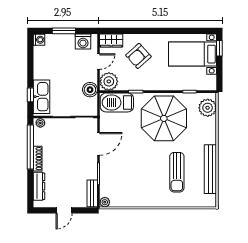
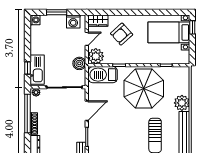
plant: (208, 108) -> (182, 103), moved

